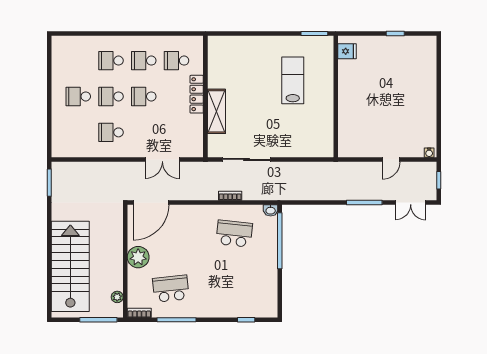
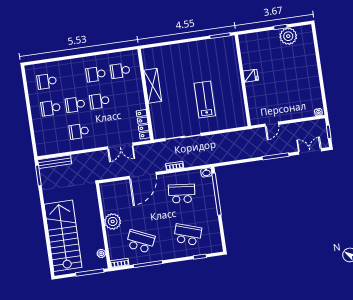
plant: (404, 47) -> (288, 36), added
fridge: (347, 51) -> (251, 76), moved
school desk: (111, 61) -> (47, 81), moved
lab bench: (293, 80) -> (205, 99), moved
locker: (197, 94) -> (143, 124), moved
shelving: (216, 111) -> (153, 86), moved
door: (391, 159) -> (272, 124), moved
bench: (73, 168) -> (55, 162), added
door: (151, 202) -> (143, 175), moved
double door: (411, 202) -> (310, 151), swing flipped
school desk: (171, 289) -> (140, 241), turned 30
school desk: (234, 289) -> (188, 235), added

